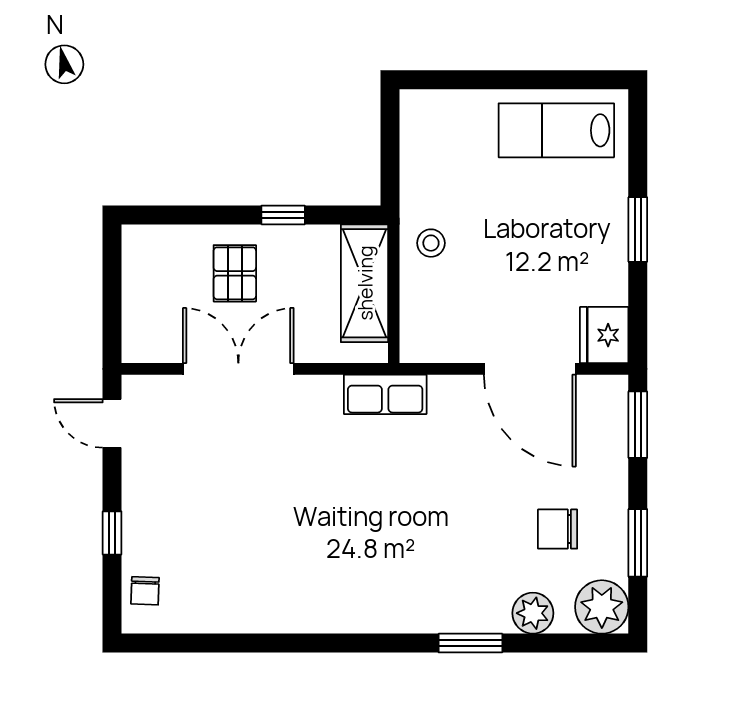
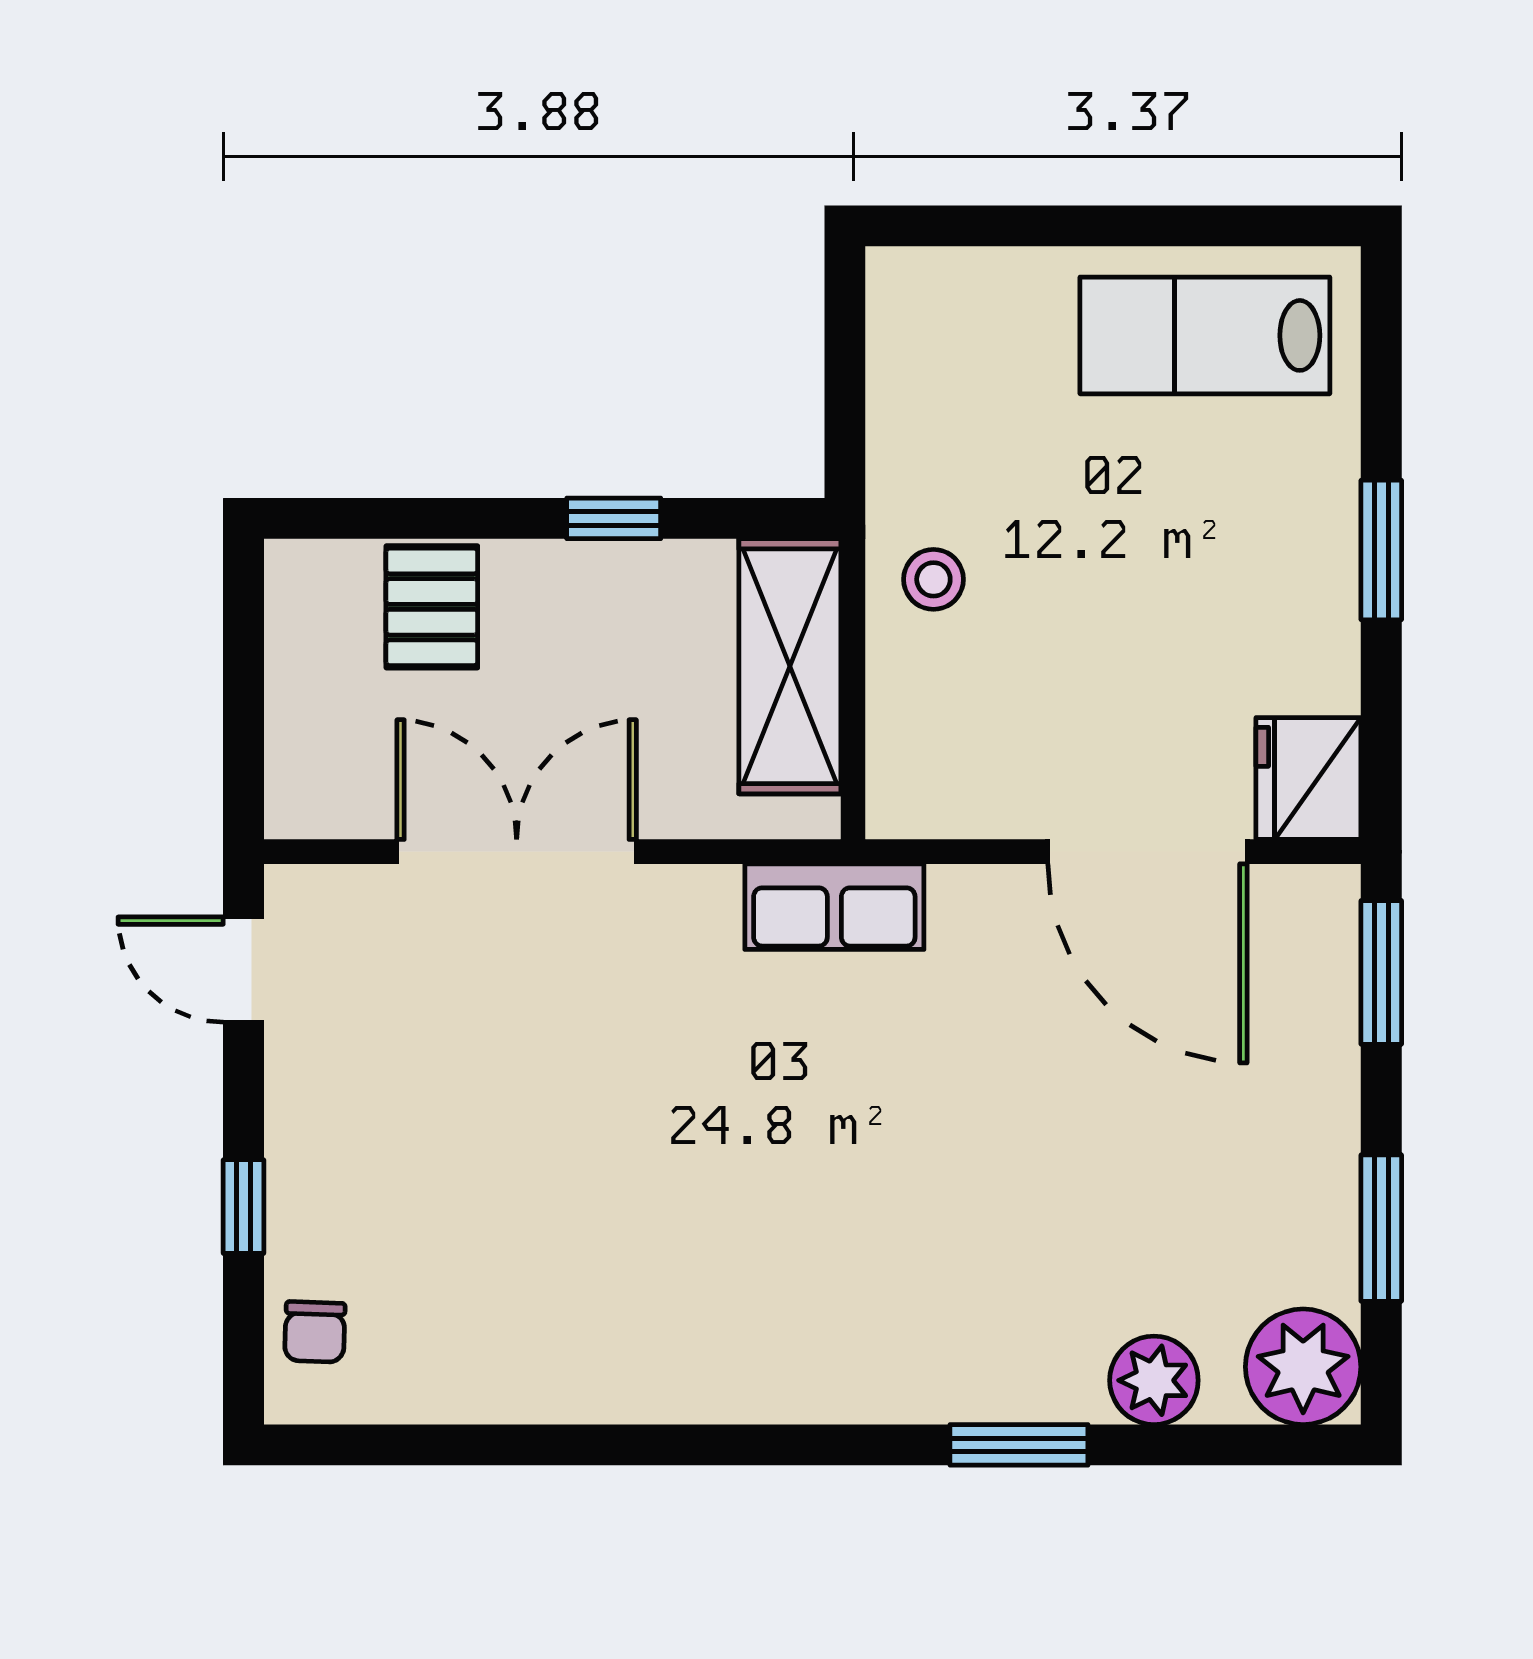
pallet: (235, 273) -> (432, 607), moved
chair: (558, 529) -> (1207, 1198), removed

